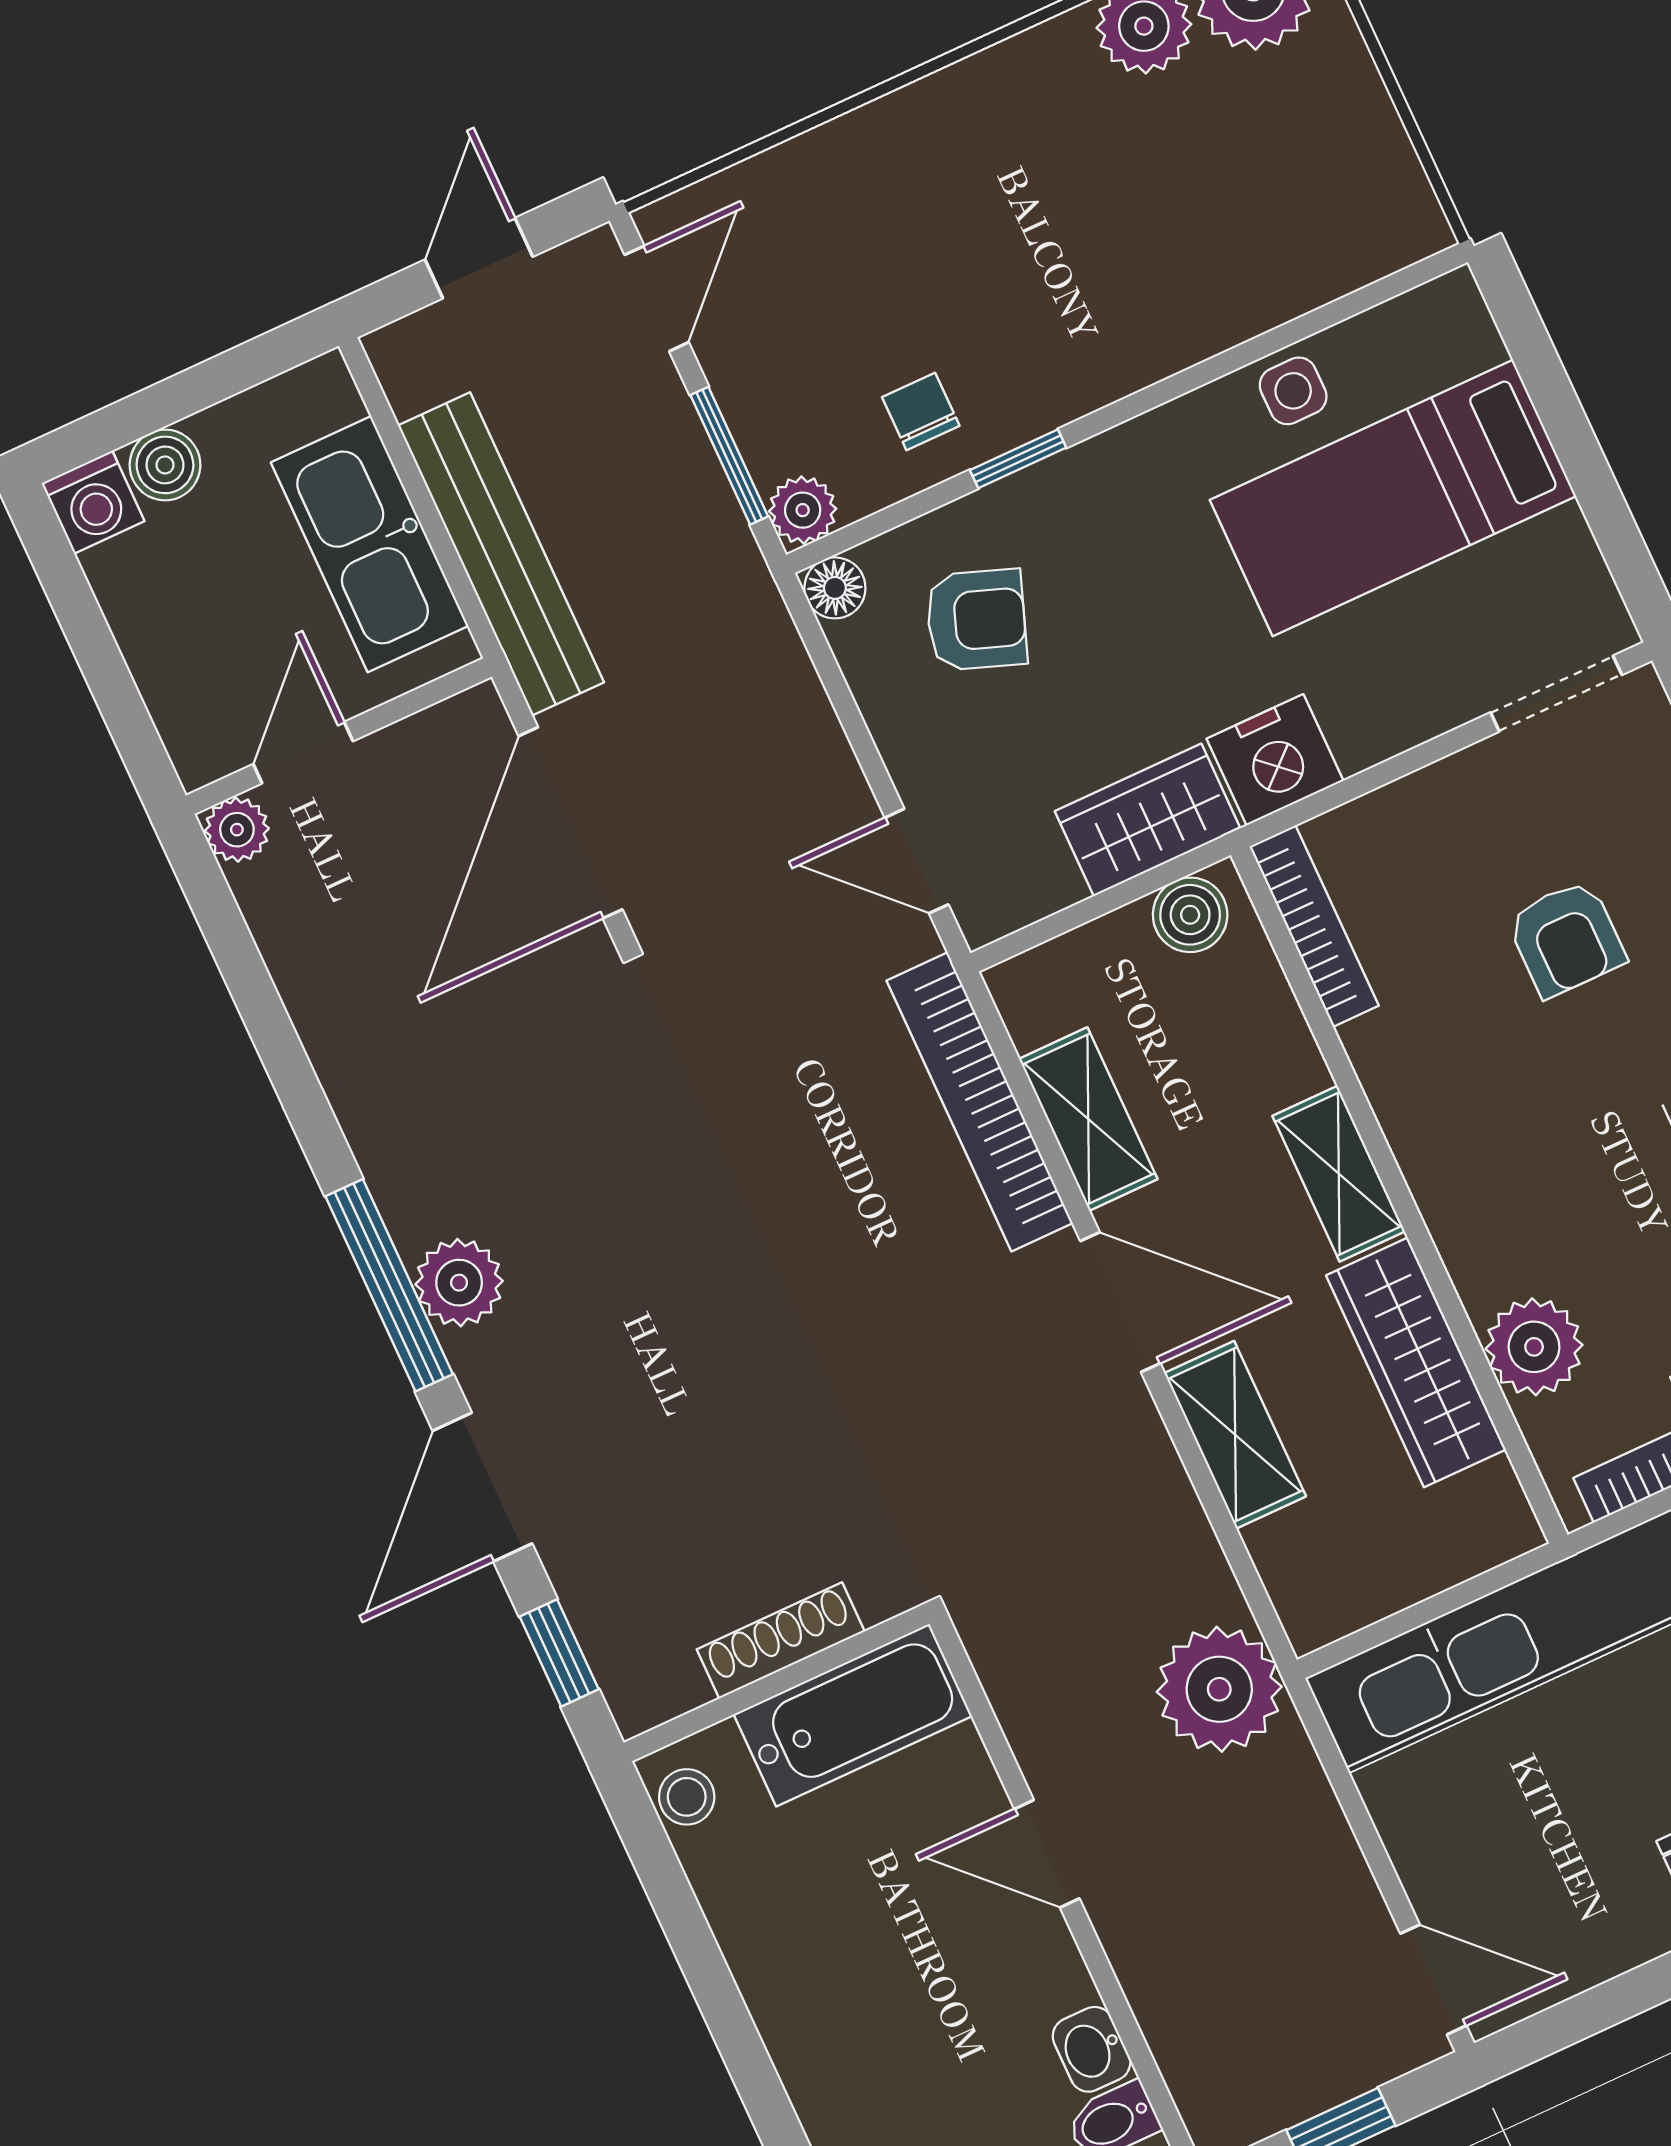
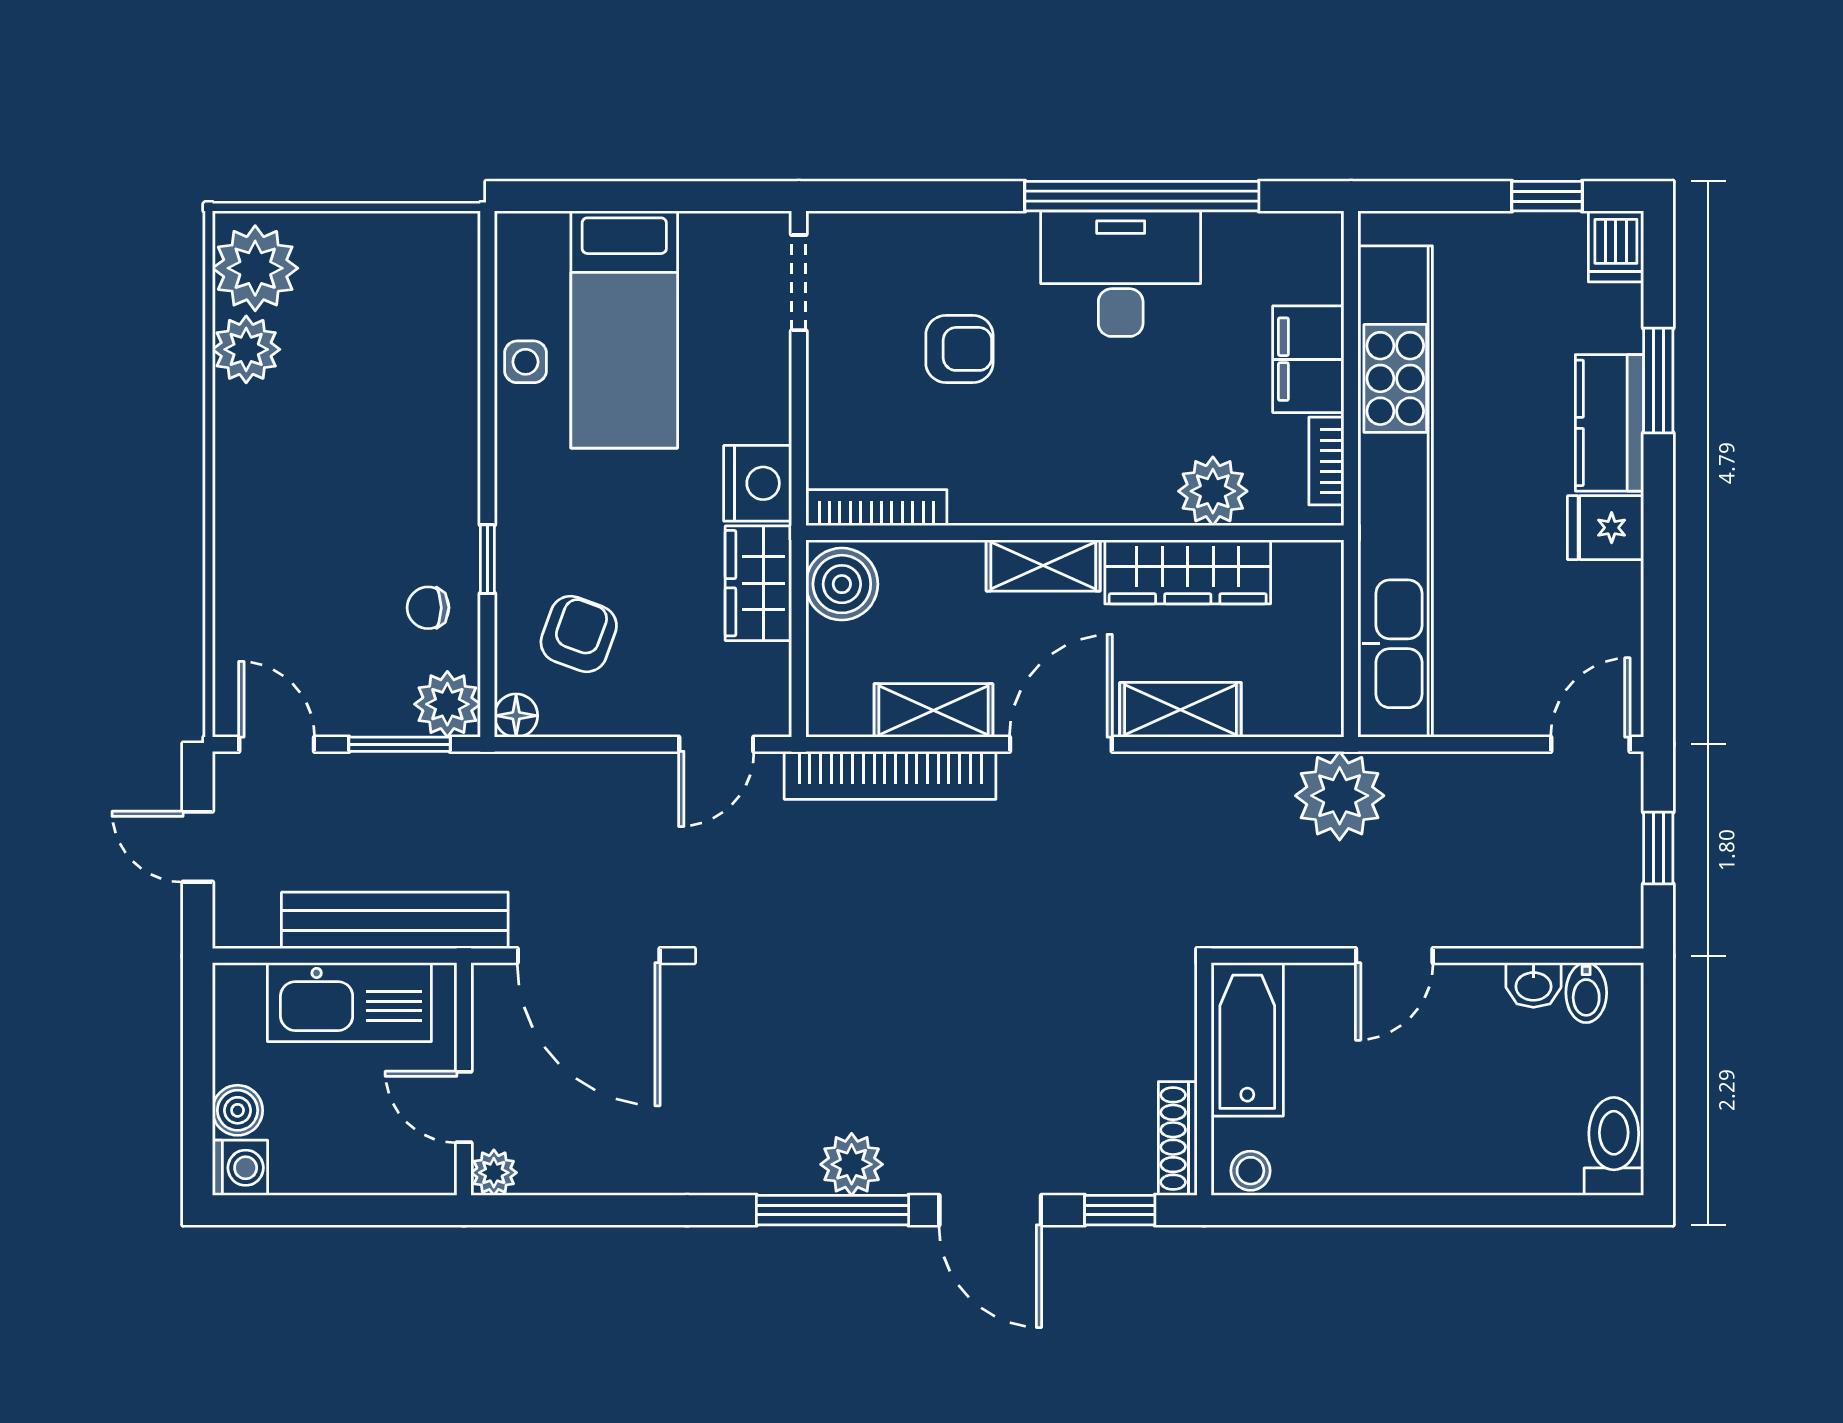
plant: (803, 510) -> (447, 704), width x1.38, depth x1.38
boiler: (1190, 915) -> (842, 584), width x1.36, depth x1.36
shoe rack: (781, 1640) -> (1178, 1138), moved

